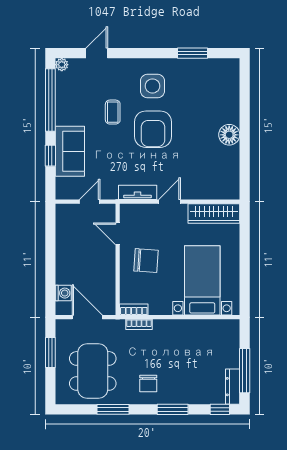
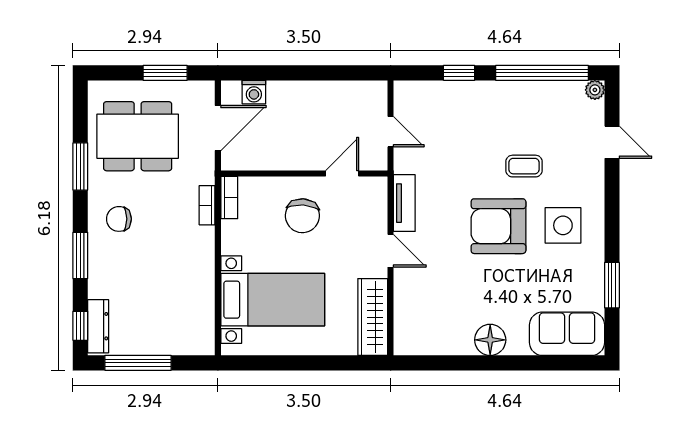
sofa: (70, 151) -> (567, 334), moved, turned 180
dresser: (233, 387) -> (98, 326), moved, turned 90

